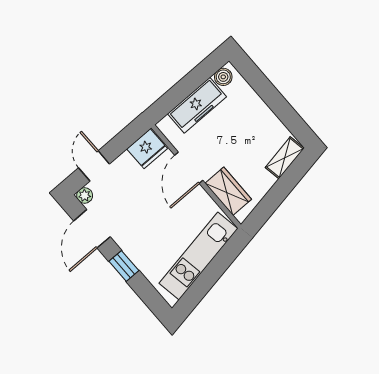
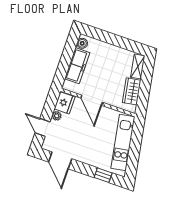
wardrobe: (228, 191) -> (132, 91), moved, turned -100
plant: (85, 196) -> (57, 116), moved
window: (124, 266) -> (103, 175), moved

